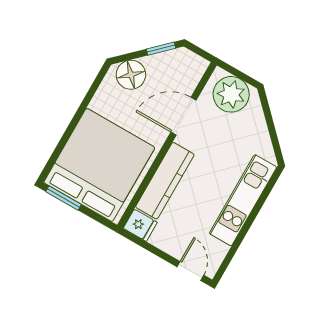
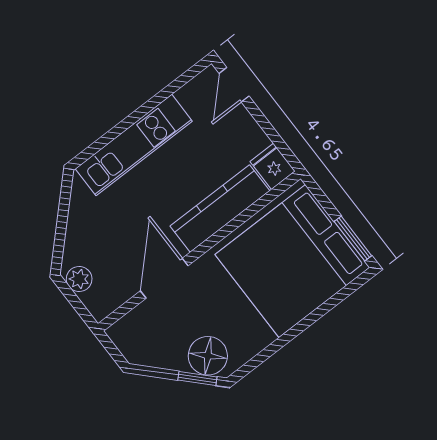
window: (161, 49) -> (197, 378), moved
plant: (231, 94) -> (79, 279), width x0.53, depth x0.53
door: (184, 116) -> (164, 278), swing flipped

